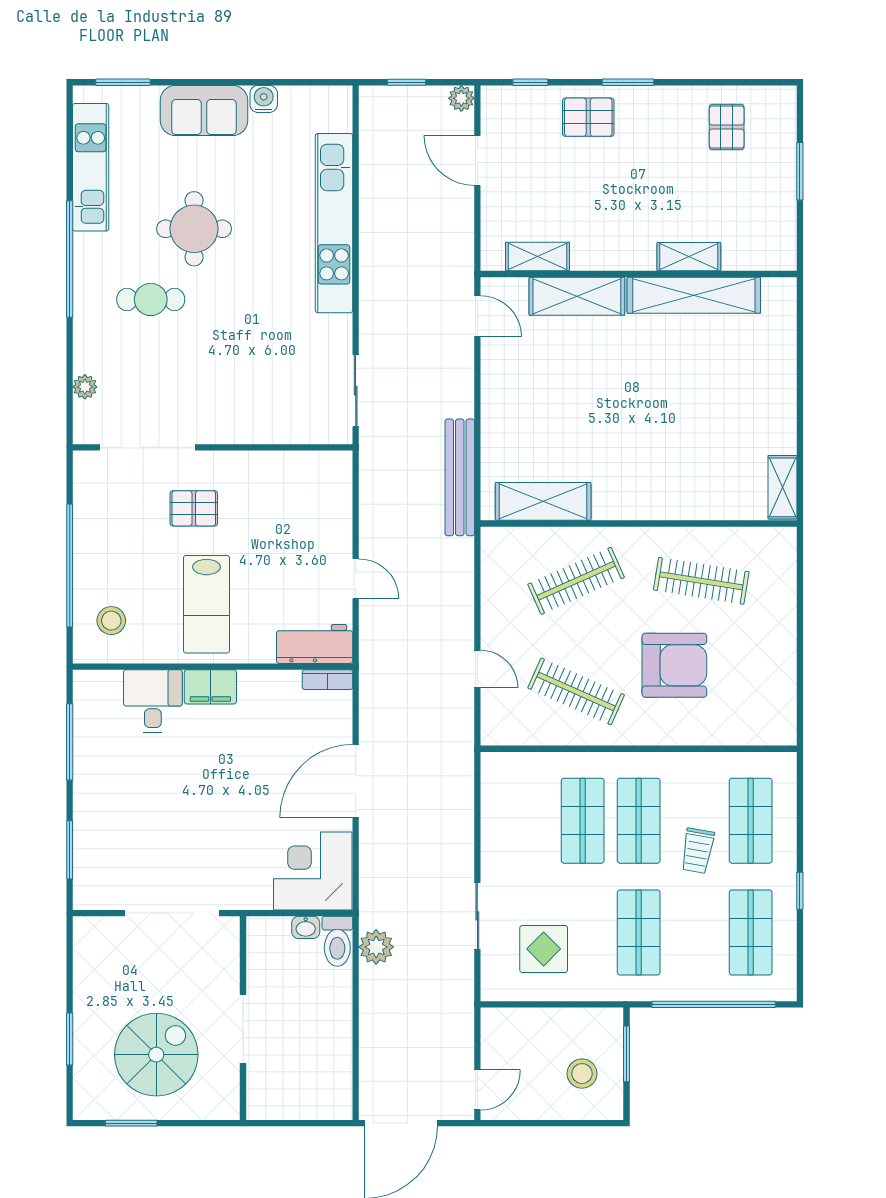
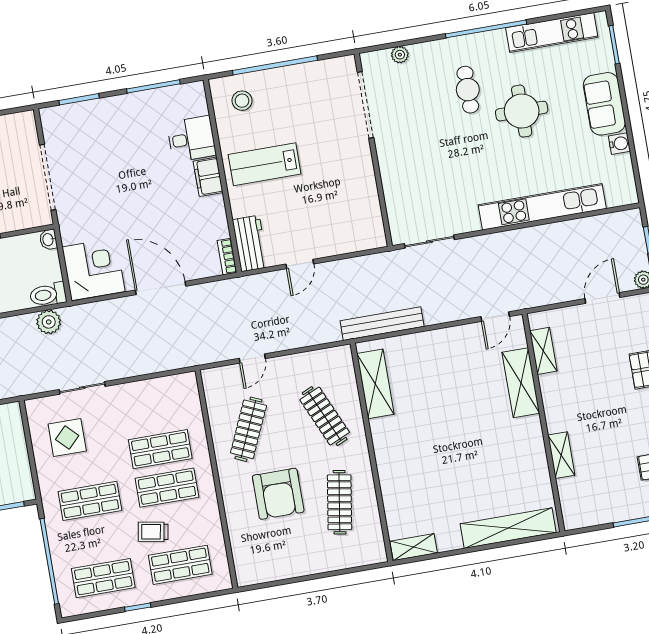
shelving: (694, 295) -> (508, 528), moved, turned 90
pallet: (194, 508) -> (329, 144), removed
washbasin: (306, 927) -> (48, 240), moved

